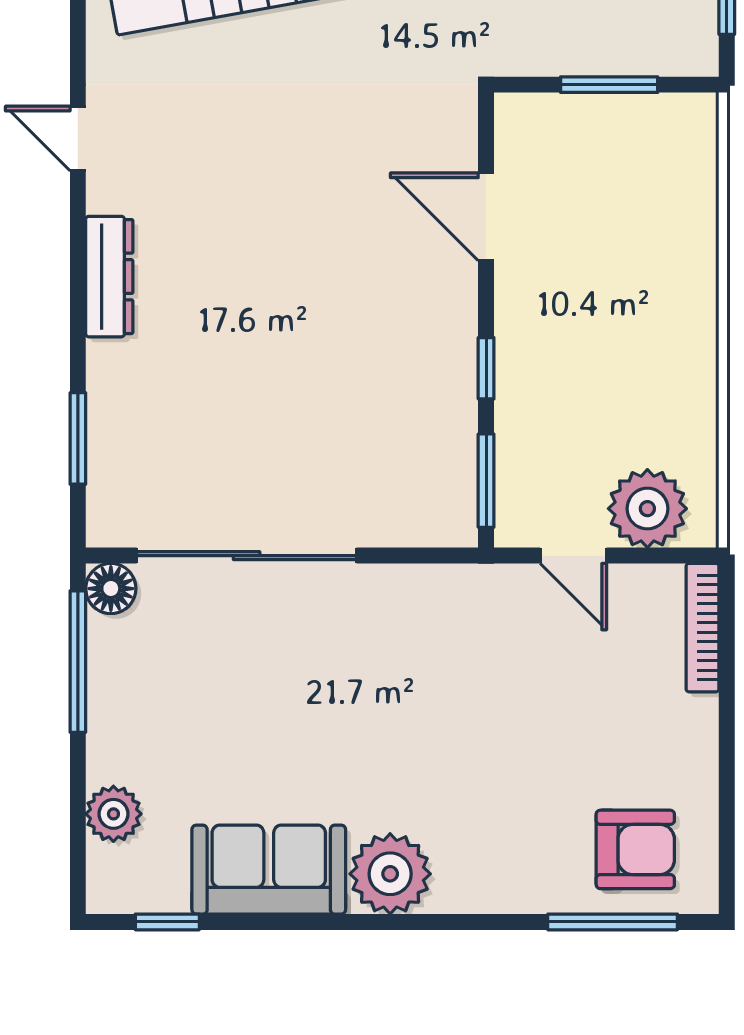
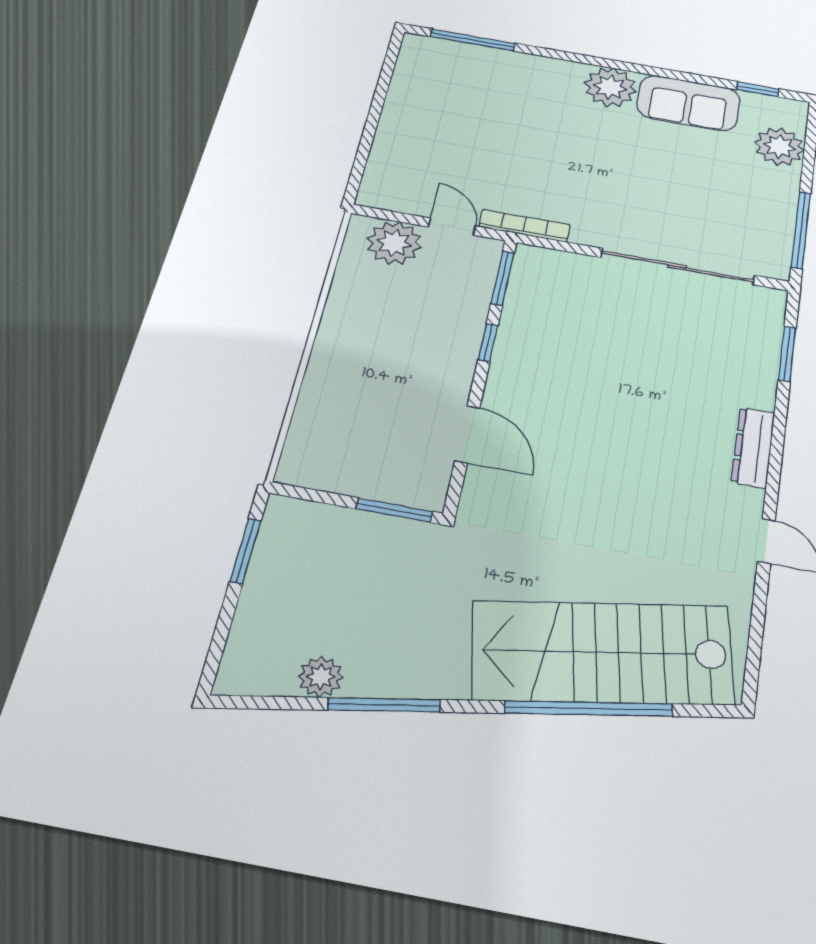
window: (609, 85) -> (394, 510), moved
floor lamp: (111, 589) -> (774, 265), removed
bookcase: (702, 628) -> (524, 226), moved, turned -90
plant: (113, 814) -> (779, 146), width x1.36, depth x1.36
armchair: (635, 849) -> (449, 71), removed

